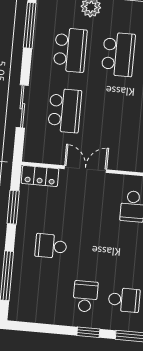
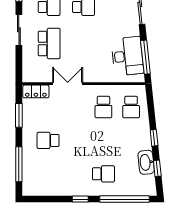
sliding door: (22, 106) -> (19, 30), moved
school desk: (85, 296) -> (76, 174), removed

